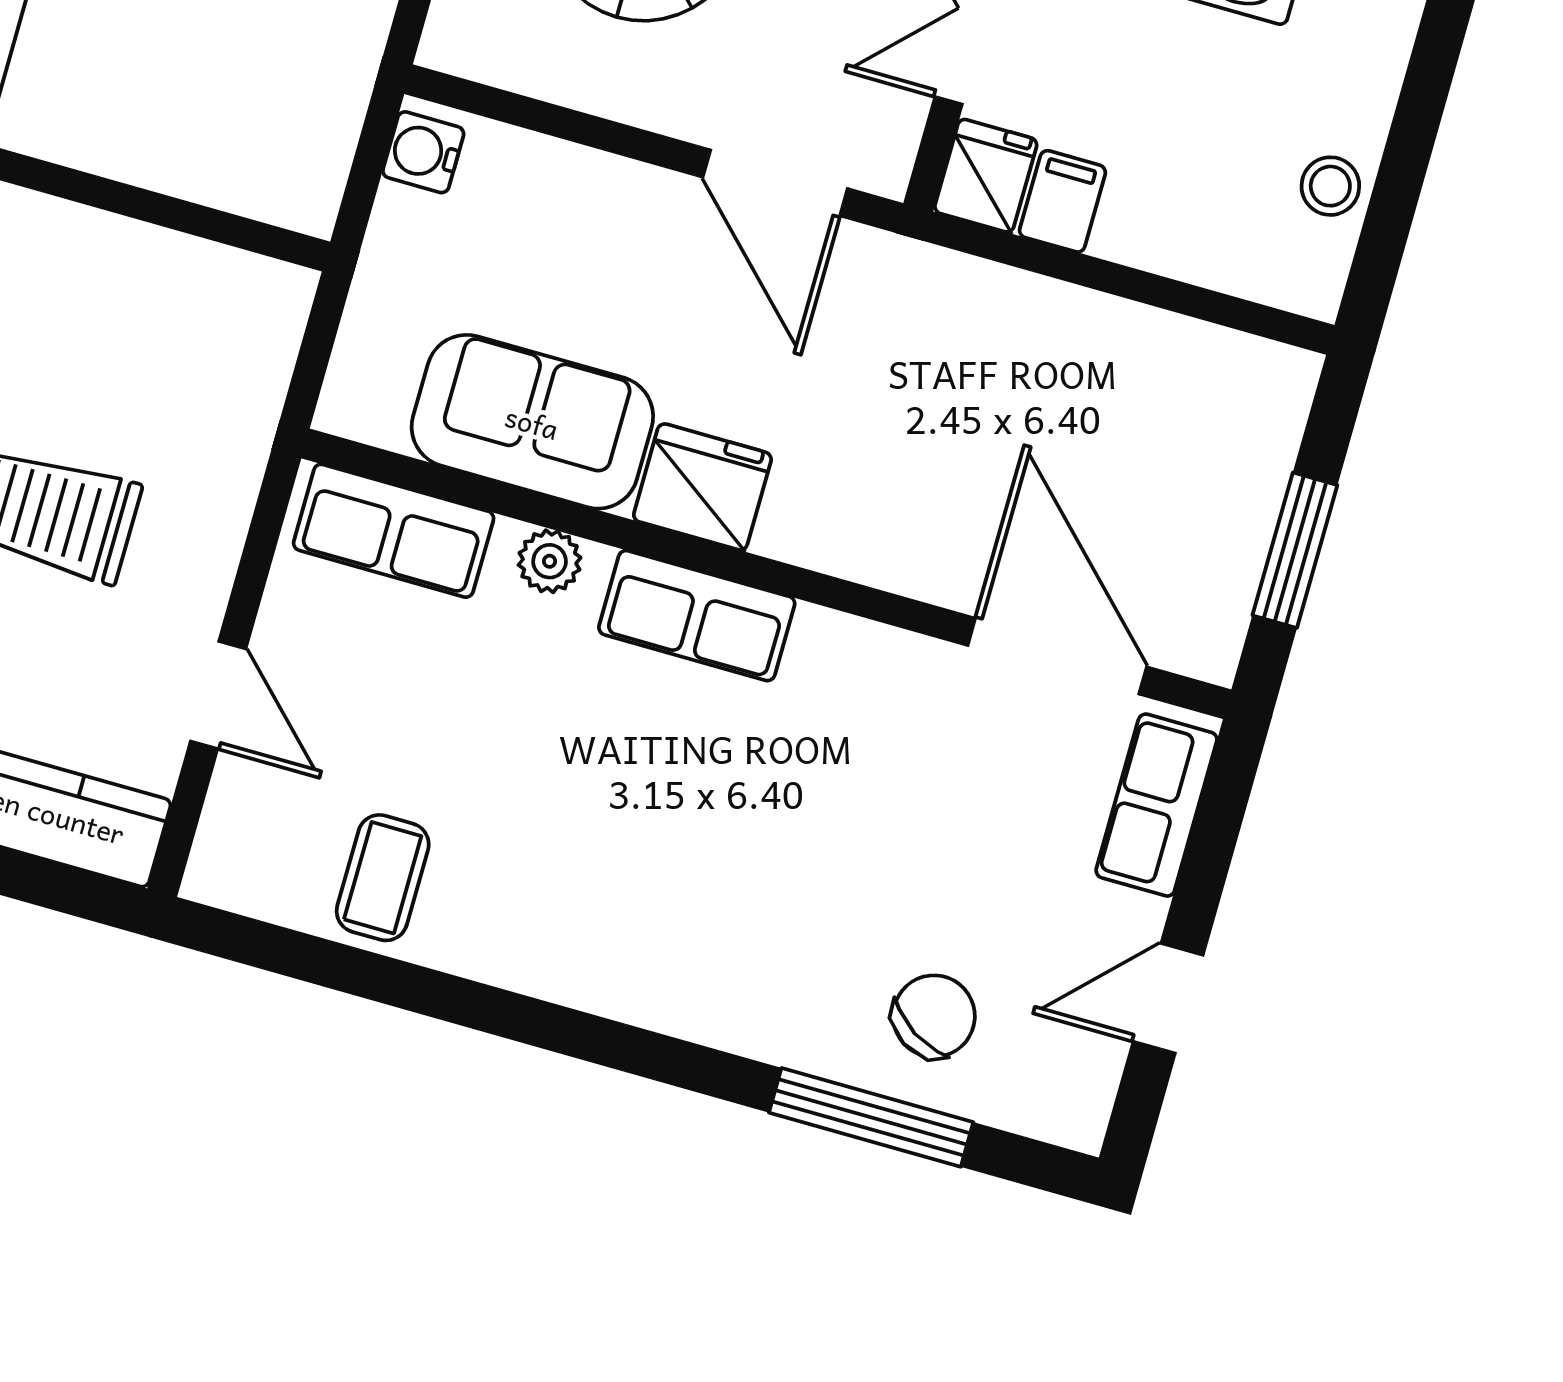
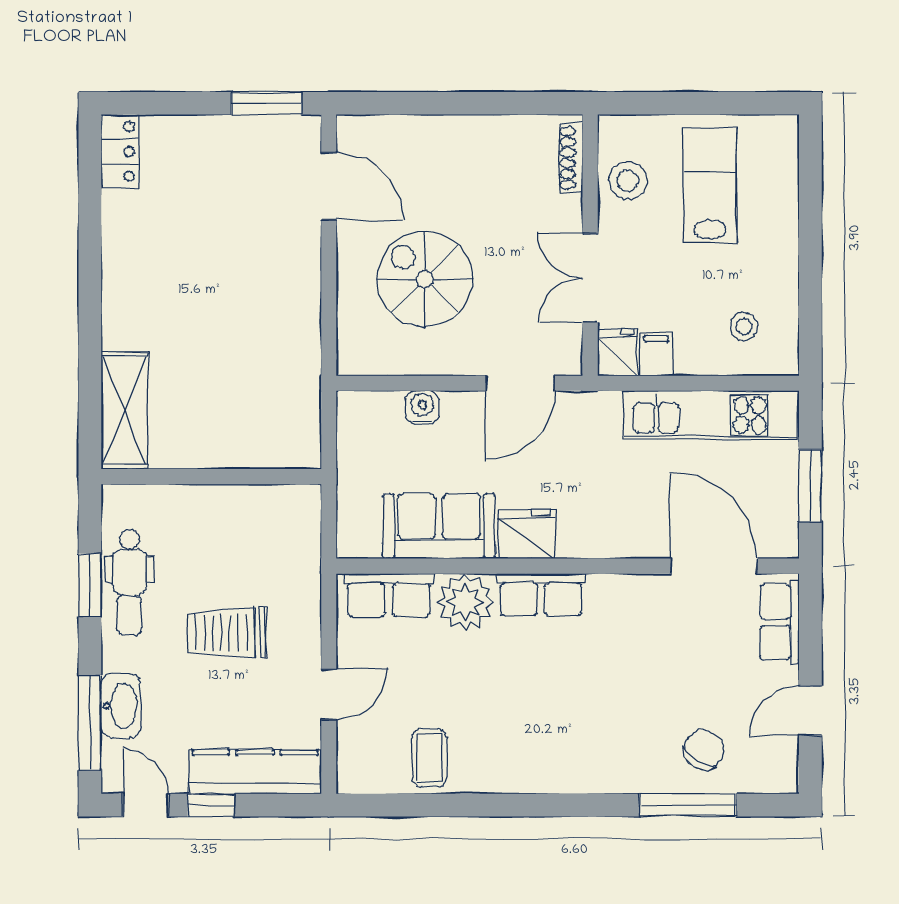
water cooler: (423, 152) -> (422, 407), moved, turned 90
door: (775, 183) -> (520, 383), hinge flipped
stool: (1330, 186) -> (744, 326), moved
kitchen unit: (1135, 353) -> (710, 415), added
plant: (550, 561) -> (465, 602), width x1.87, depth x1.87
door: (218, 695) -> (329, 695), hinge flipped

